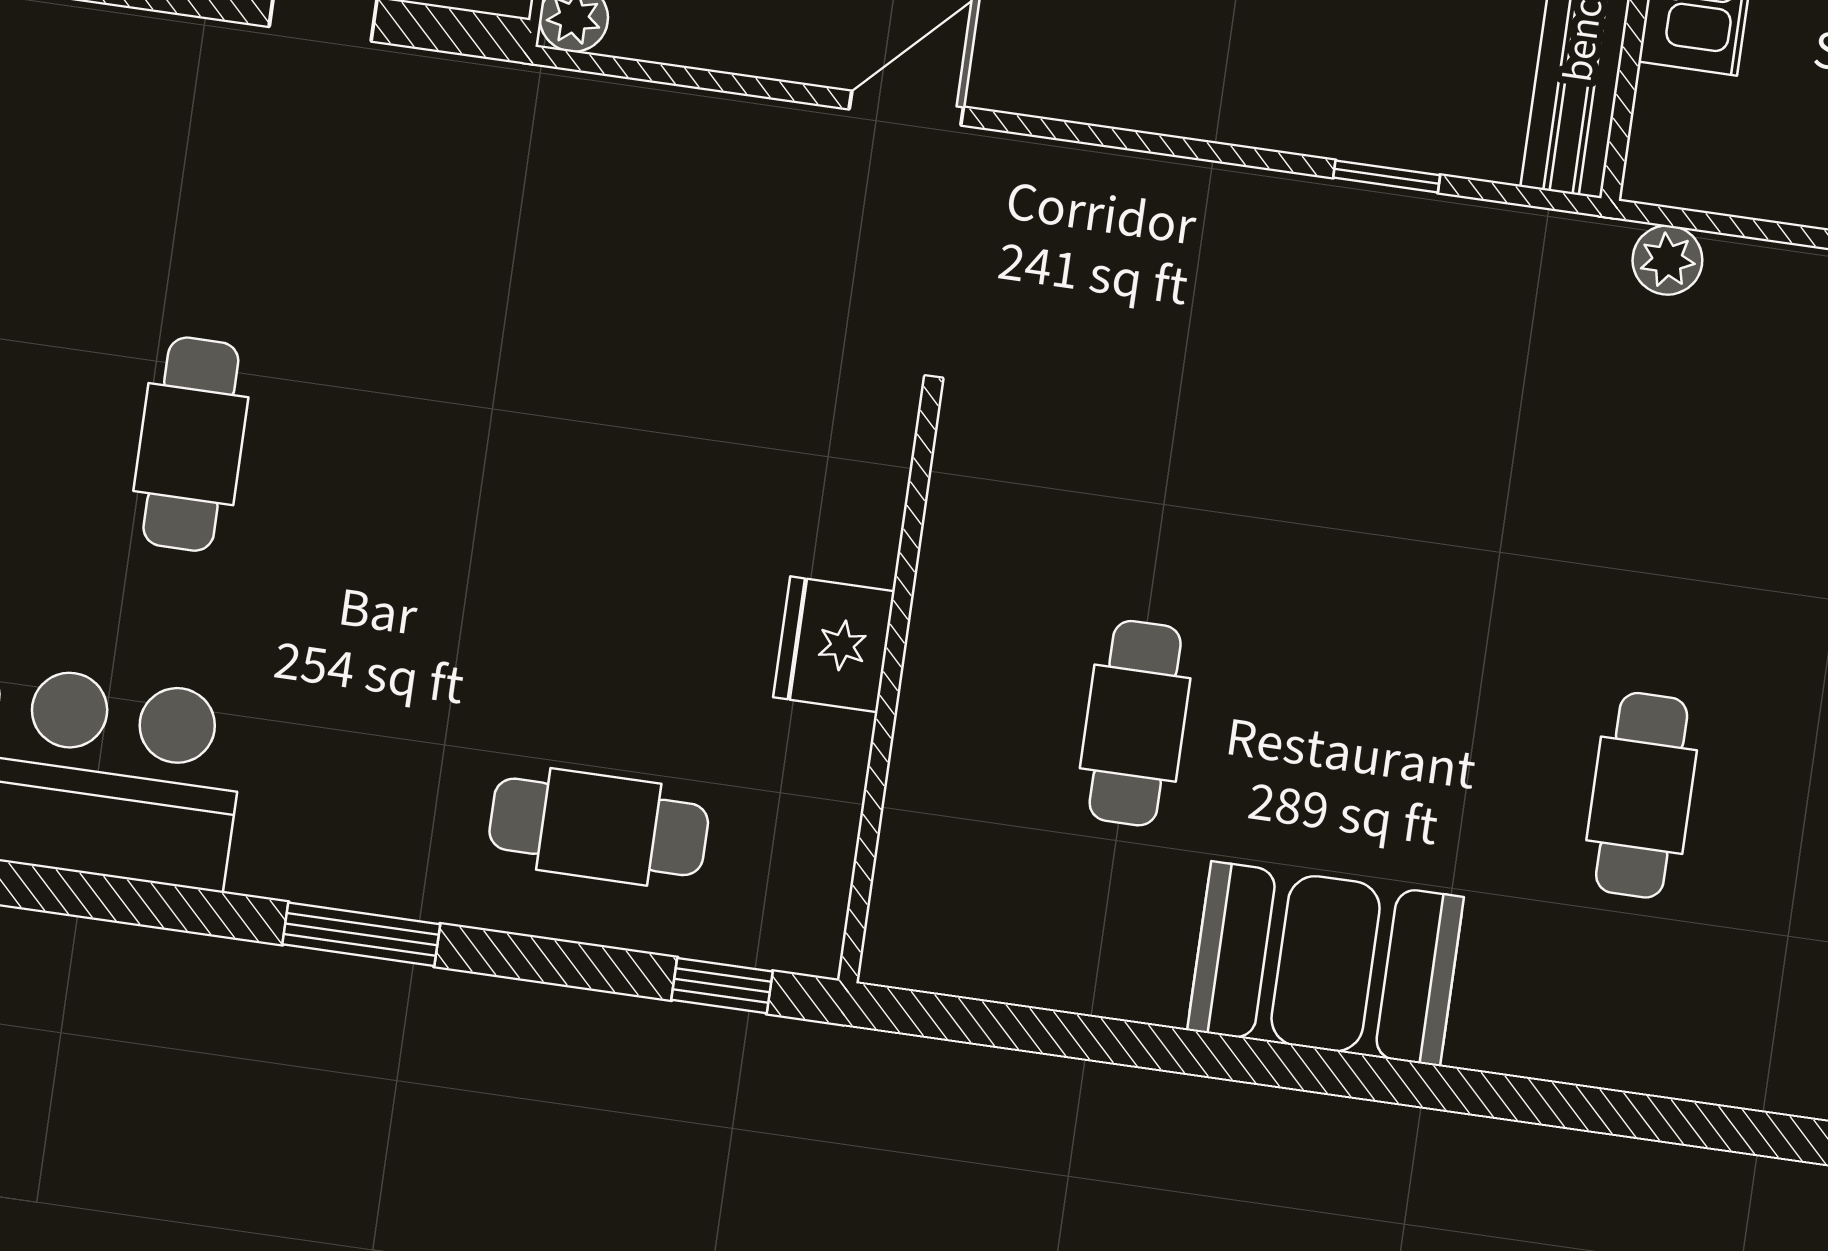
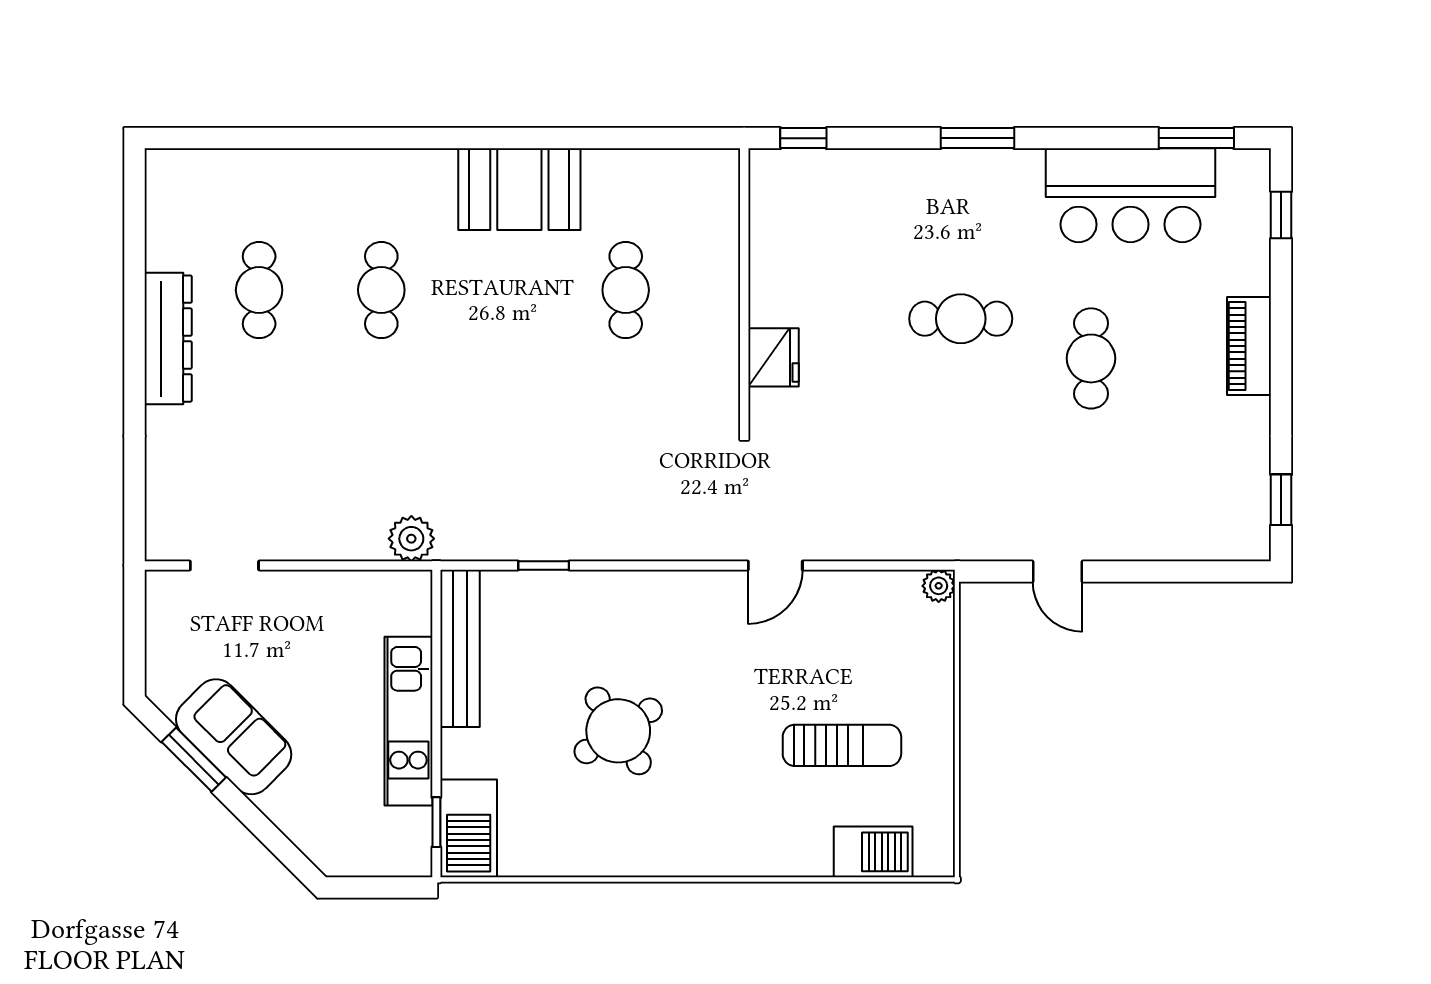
plant: (1667, 260) -> (411, 539), width x1.38, depth x1.38
fridge: (834, 644) -> (773, 357), moved
cafe table: (599, 827) -> (961, 319), moved

